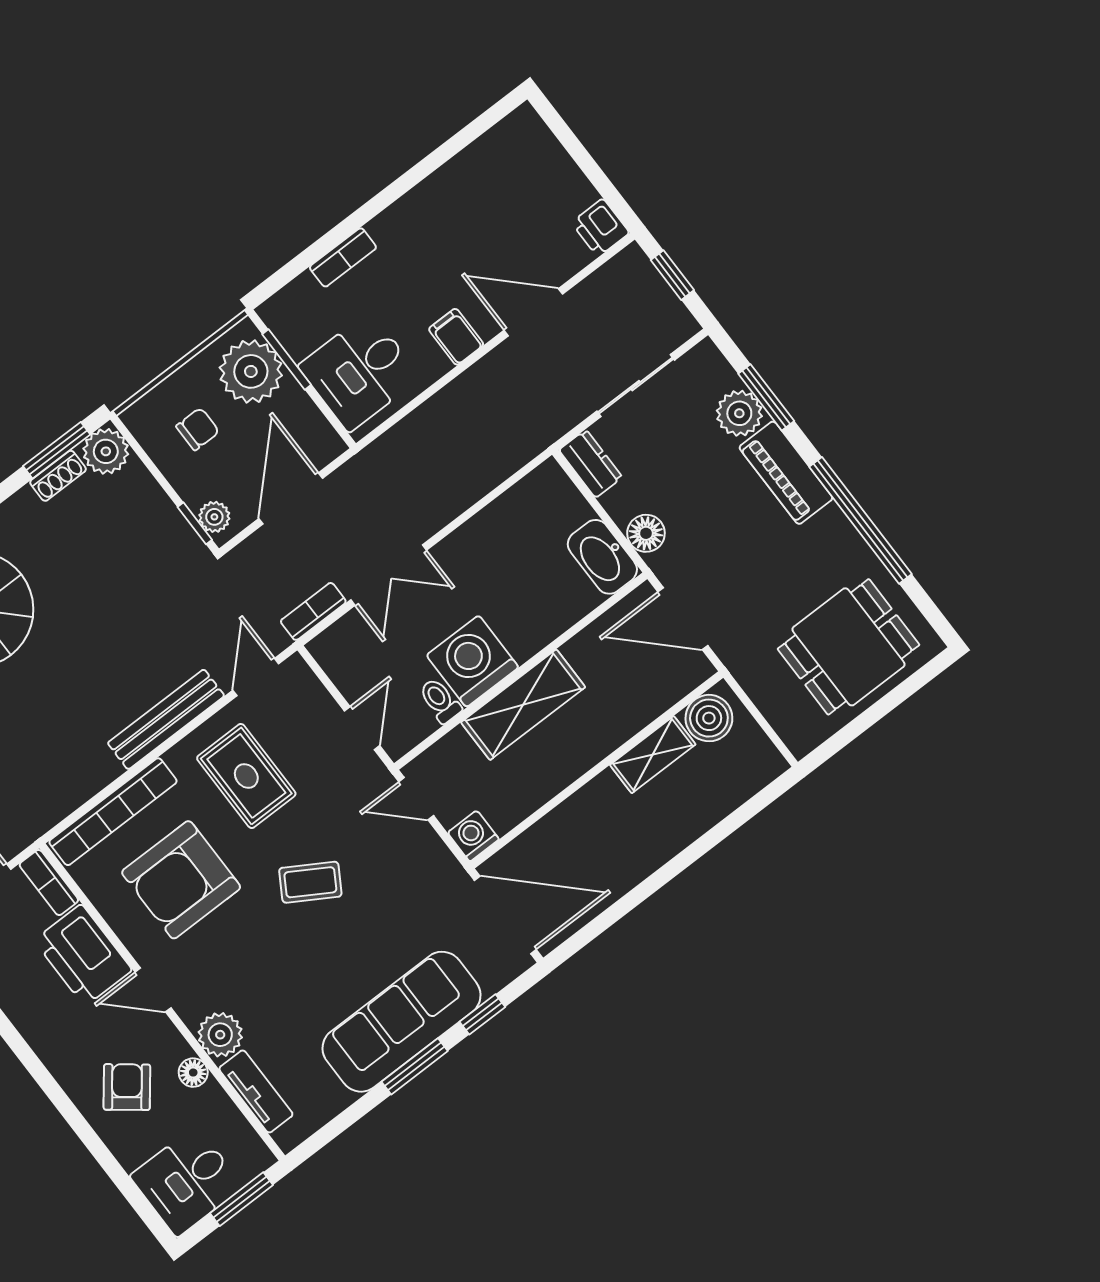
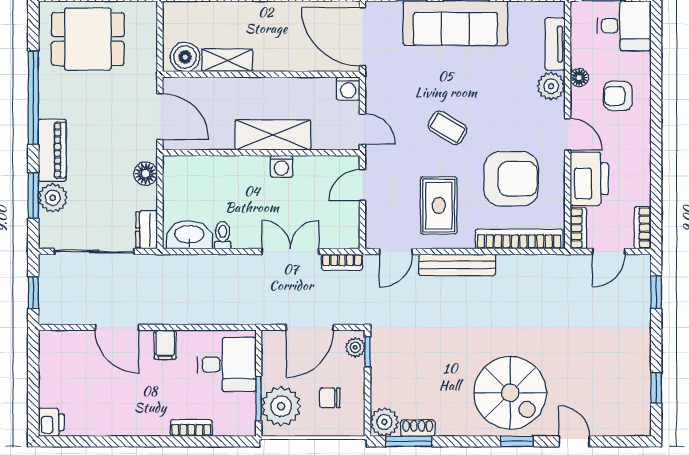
printer: (600, 228) -> (51, 422), moved
sliding door: (636, 386) -> (94, 251), width x1.37
washbasin: (602, 557) -> (189, 235), moved, turned -90
washing machine: (473, 661) -> (281, 166), width x0.53, depth x0.53
toilet: (440, 701) -> (223, 235), moved, turned 180
armchair: (127, 1087) -> (618, 96), turned 52

